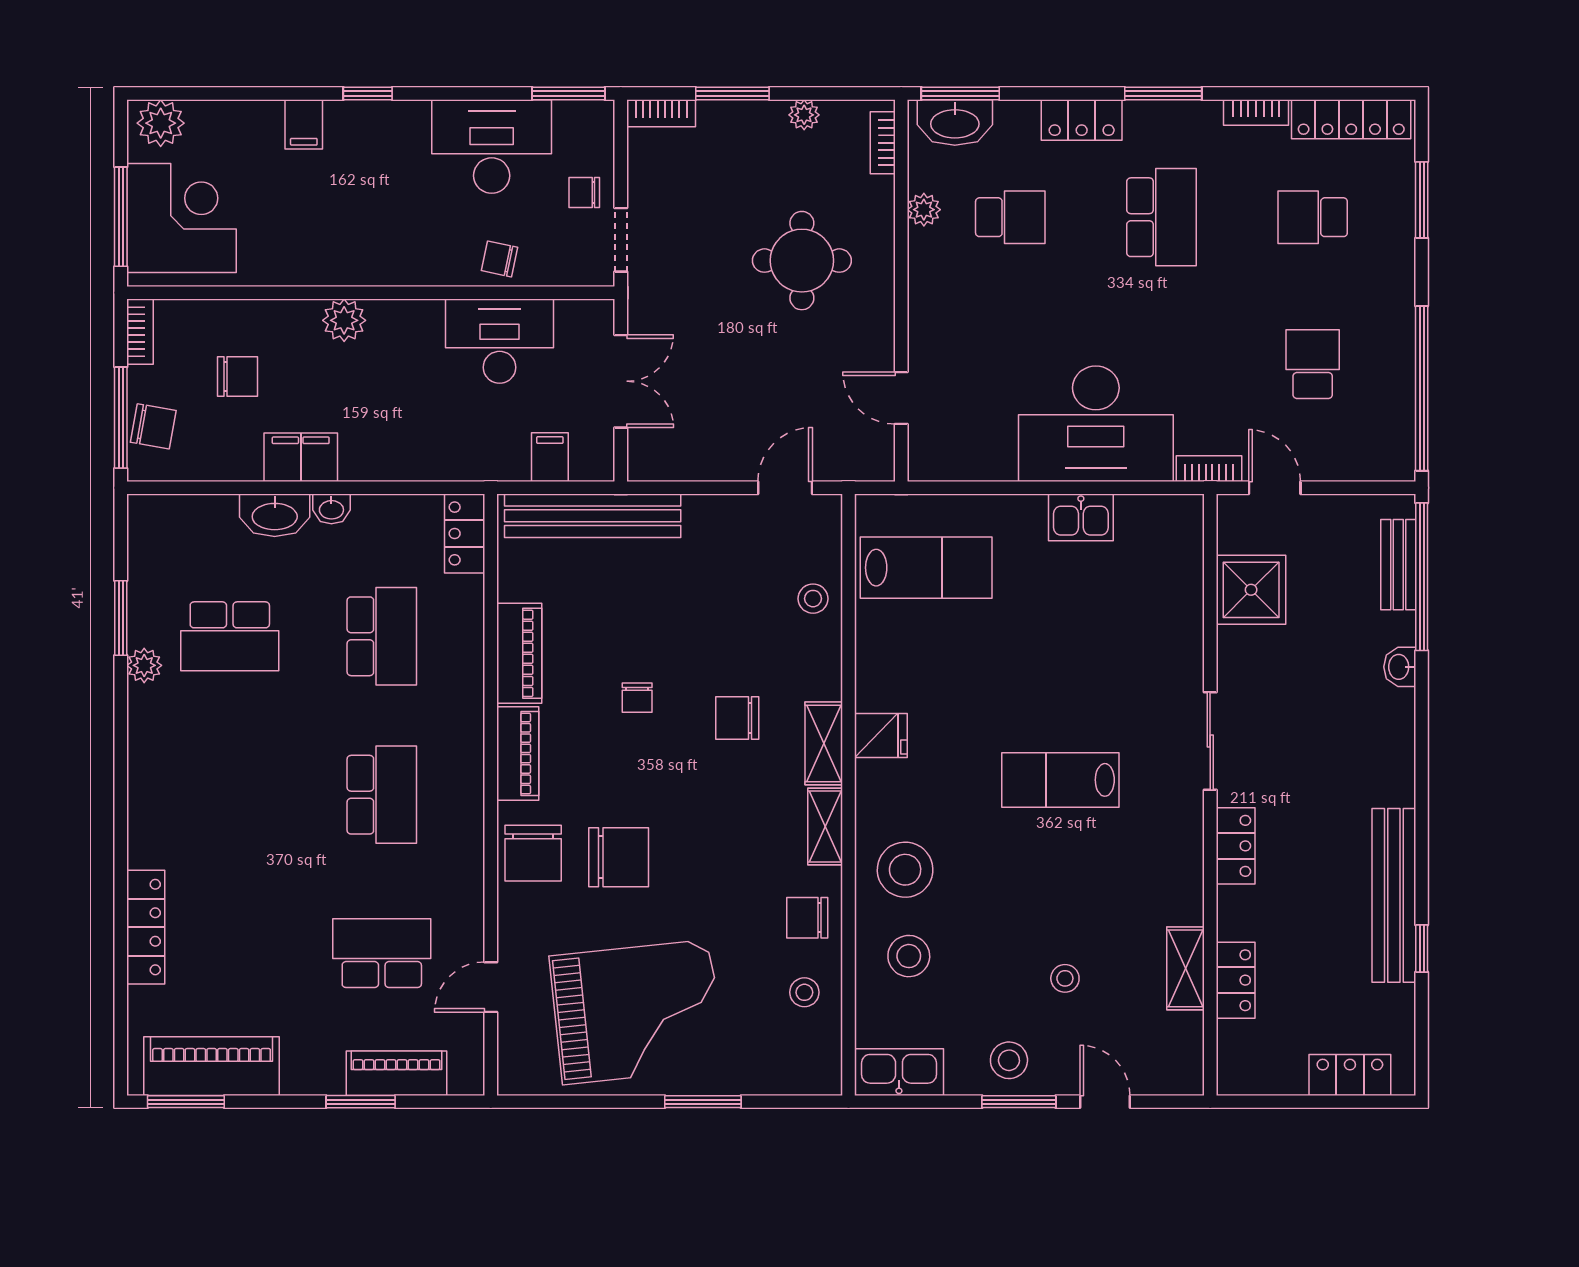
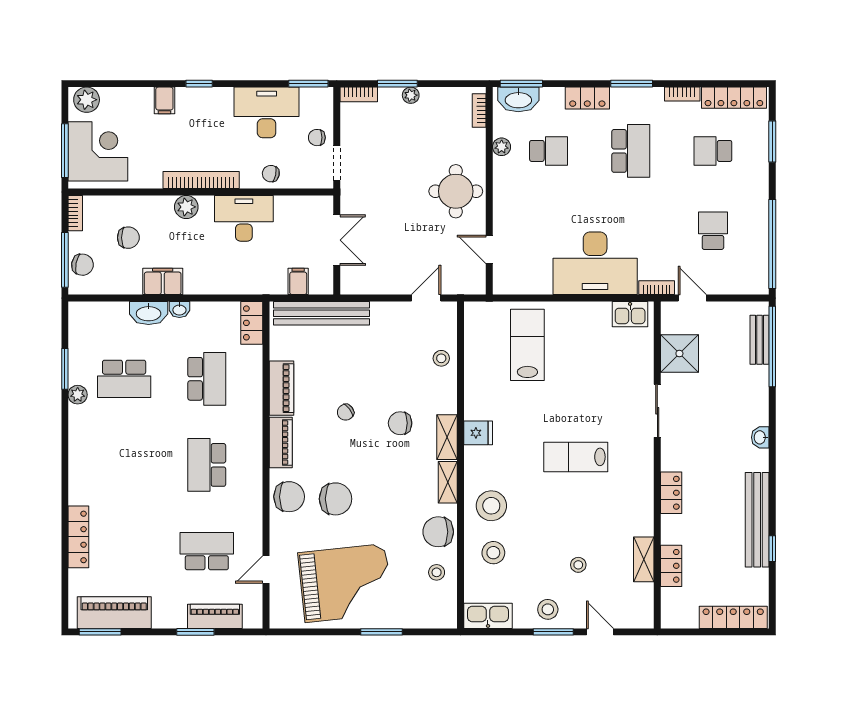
plant: (804, 115) -> (411, 95), moved
round table: (802, 261) -> (456, 191), moved
bookcase: (371, 271) -> (201, 180), added
desk: (500, 341) -> (244, 218), moved
kitchen sink: (1081, 517) -> (630, 314), moved
lab bench: (926, 568) -> (527, 345), moved, turned -90
washbasin: (1400, 667) -> (760, 437), moved
chair: (637, 698) -> (346, 412), turned 53
sliding door: (1210, 741) -> (657, 411), moved
school desk: (382, 795) -> (207, 465), turned 180
chair: (533, 853) -> (289, 497), turned -90
chair: (807, 918) -> (438, 532), width x1.37, depth x1.37
locker: (1350, 1075) -> (733, 617), width x1.53

